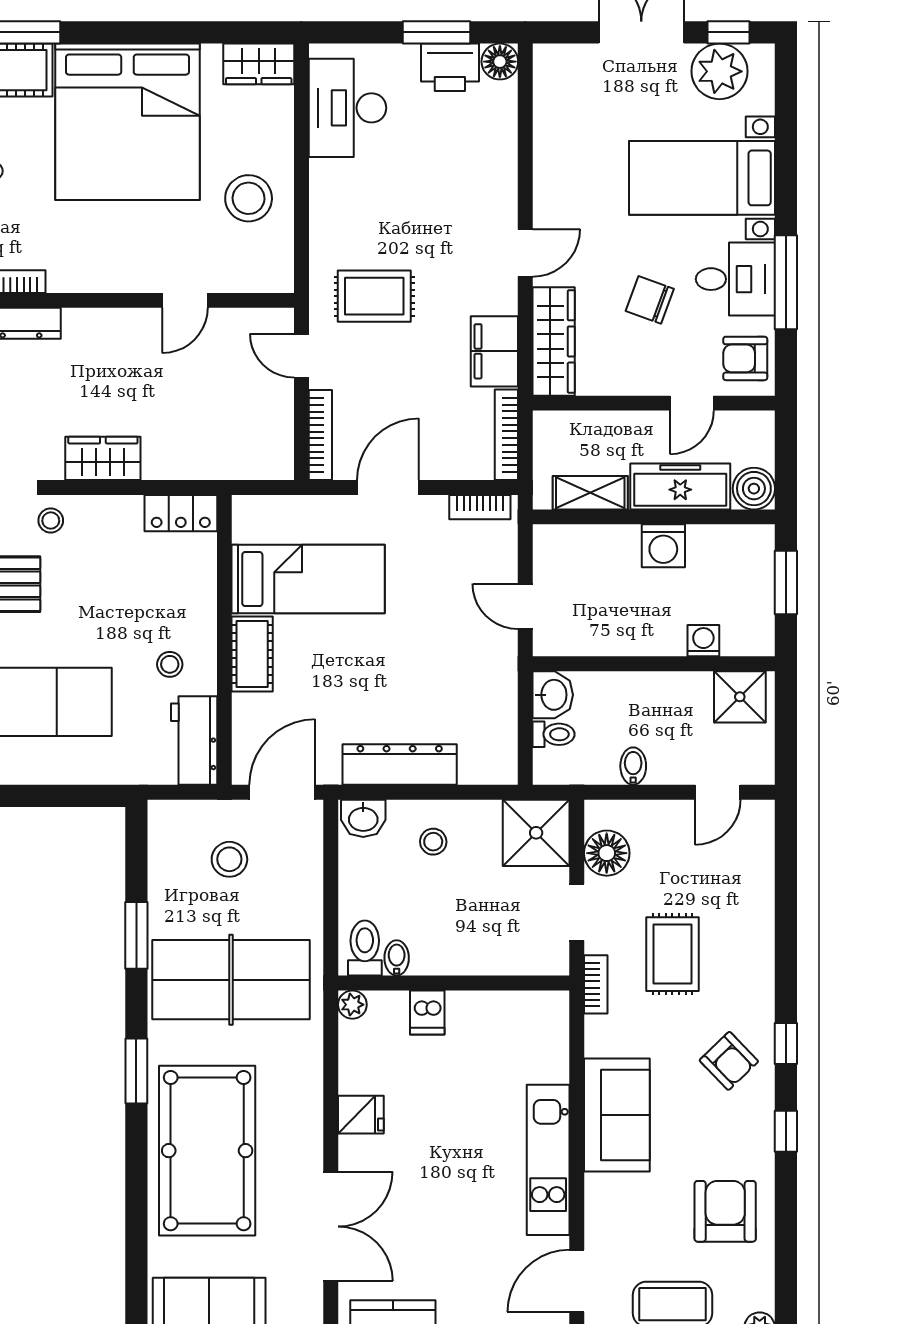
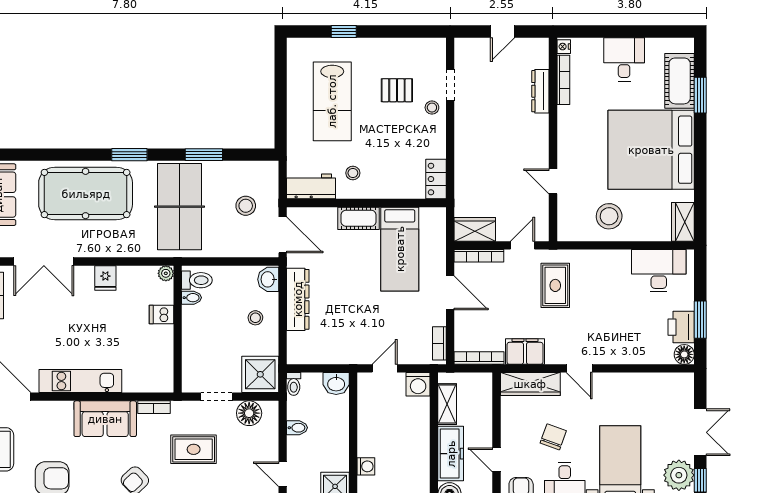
wardrobe: (103, 458) -> (475, 229), moved, turned -90
washing machine: (663, 546) -> (418, 384), moved, turned -90
toilet: (554, 734) -> (294, 384), moved
bookcase: (596, 984) -> (154, 407), moved

